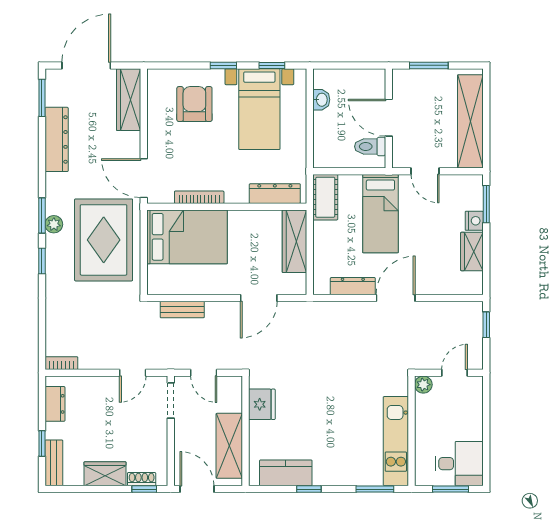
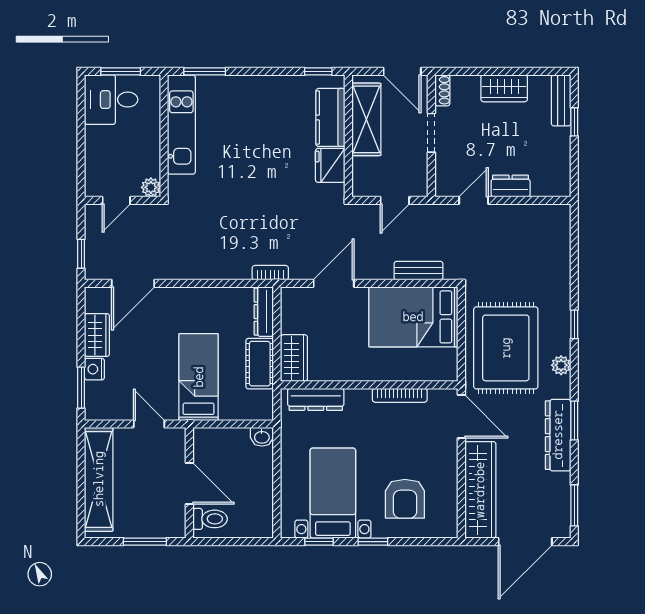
wardrobe: (129, 100) -> (480, 490), width x1.40, depth x1.17
washbasin: (321, 100) -> (262, 437), moved, turned -90
dresser: (57, 139) -> (558, 435), moved
toilet: (370, 146) -> (210, 519), moved
cot: (325, 197) -> (260, 364), moved
window: (42, 216) -> (574, 420), moved
bed: (187, 237) -> (413, 317), moved
wardrobe: (294, 241) -> (294, 358), width x0.67
dresser: (353, 286) -> (264, 312), moved, turned 90
door: (396, 298) -> (133, 283), moved
bookcase: (61, 363) -> (270, 273), moved, turned 180
door: (204, 373) -> (395, 200), swing flipped
doorway: (171, 401) -> (431, 133), moved
dresser: (55, 404) -> (511, 186), moved, turned 90
kitchen counter: (286, 473) -> (330, 117), moved, turned 90
shoe rack: (142, 479) -> (442, 90), moved, turned -90
window: (144, 489) -> (461, 71), removed
window: (309, 489) -> (318, 71), moved

